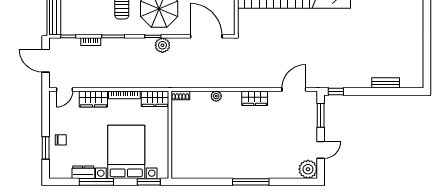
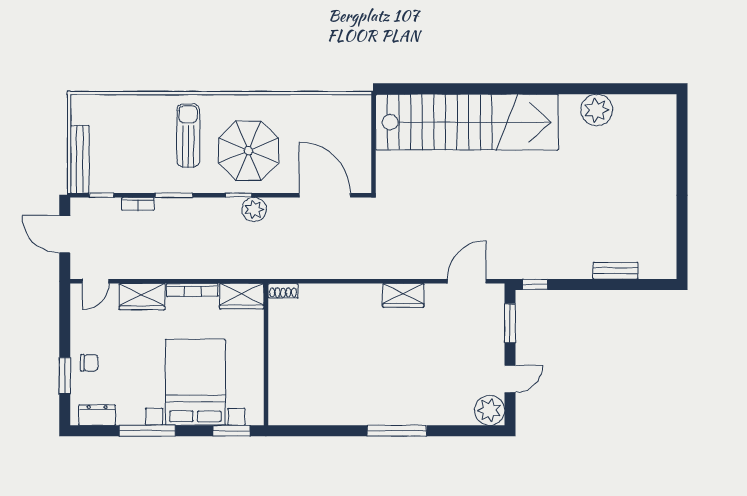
plant: (216, 96) -> (341, 292), removed
dresser: (83, 172) -> (97, 415), moved

